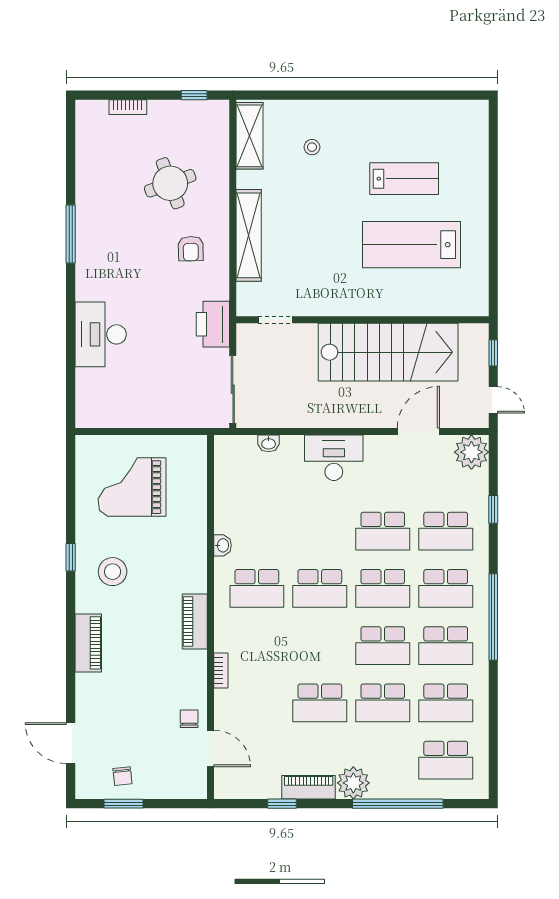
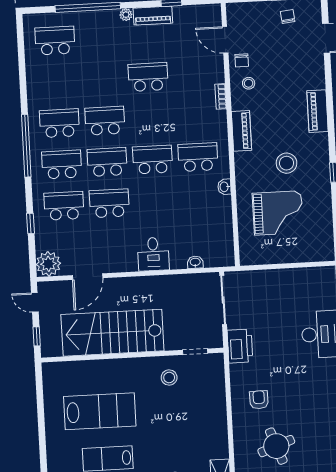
shelving: (249, 235) -> (218, 412), removed
stool: (313, 286) -> (169, 378), added
desk: (334, 458) -> (153, 254), width x0.73
grand piano: (132, 487) -> (278, 213), moved
stool: (113, 572) -> (287, 163), moved
stool: (181, 687) -> (249, 83), added
school desk: (383, 703) -> (103, 79), removed
school desk: (446, 703) -> (57, 82), removed
plant: (353, 783) -> (126, 15), width x0.53, depth x0.53

